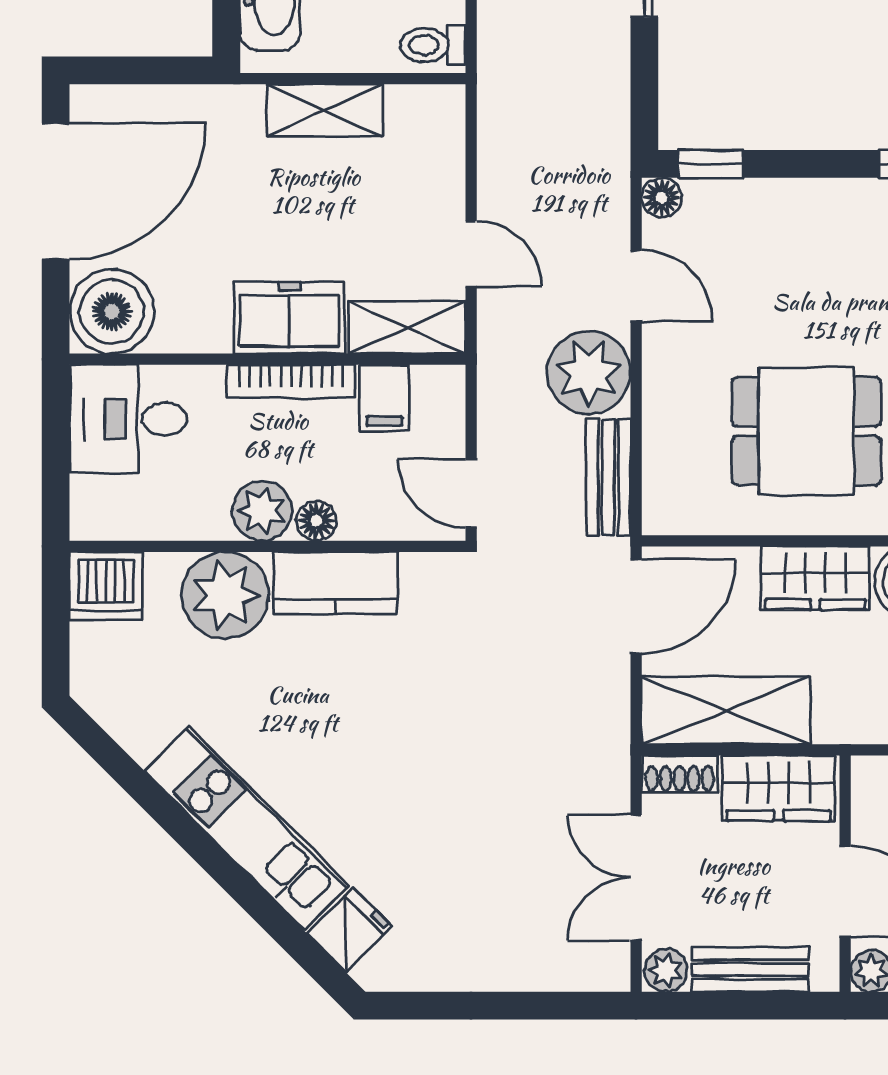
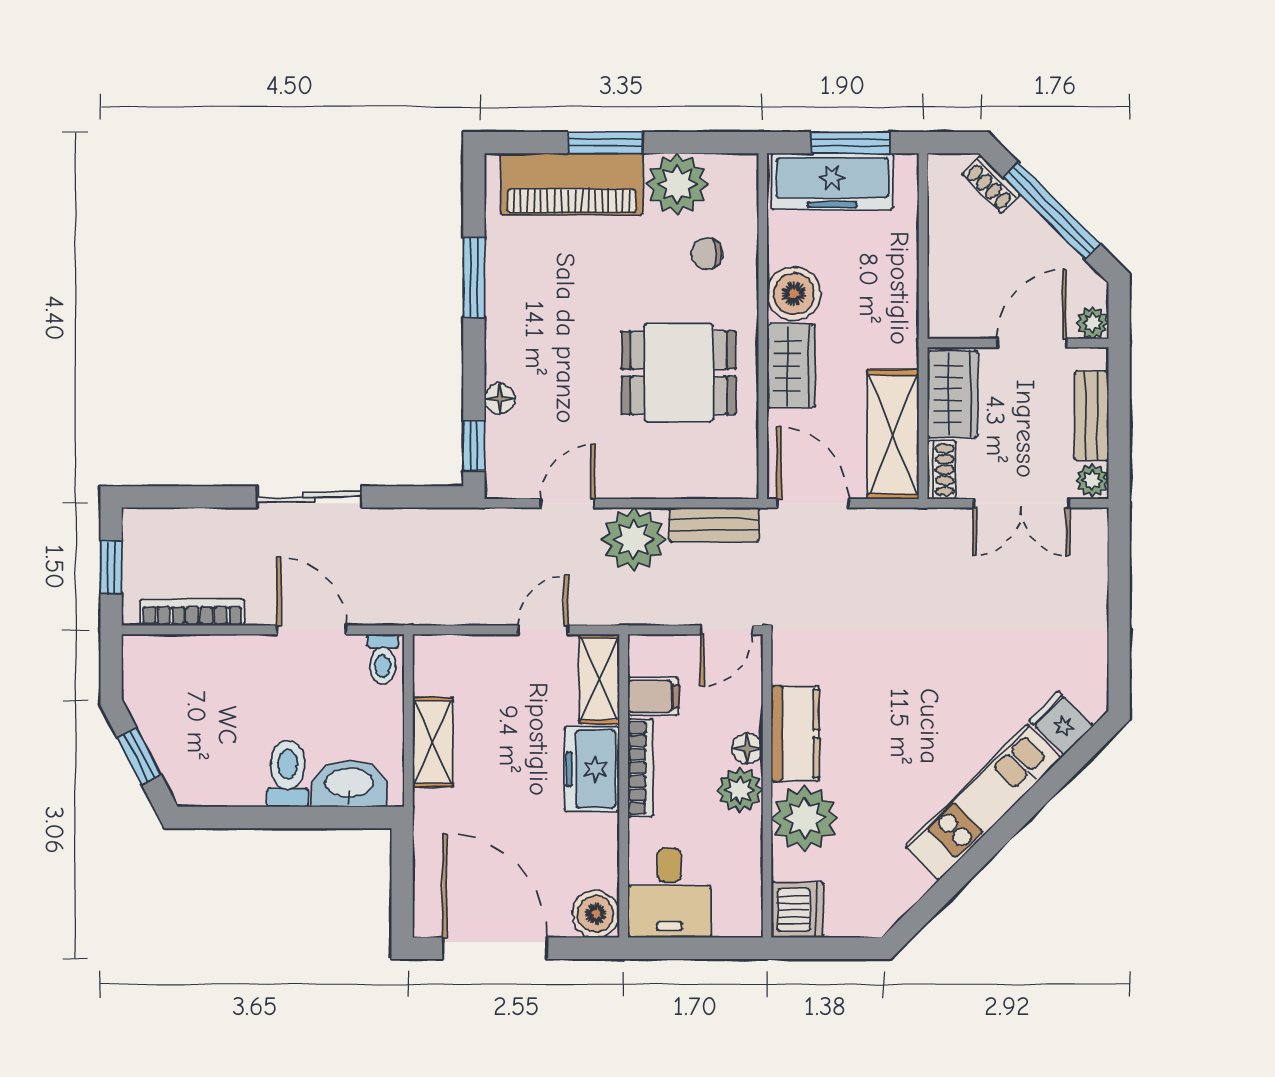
floor lamp: (662, 198) -> (500, 399), moved
boiler: (112, 311) -> (596, 914), width x0.73, depth x0.73
dining table: (806, 431) -> (679, 373), turned 90

